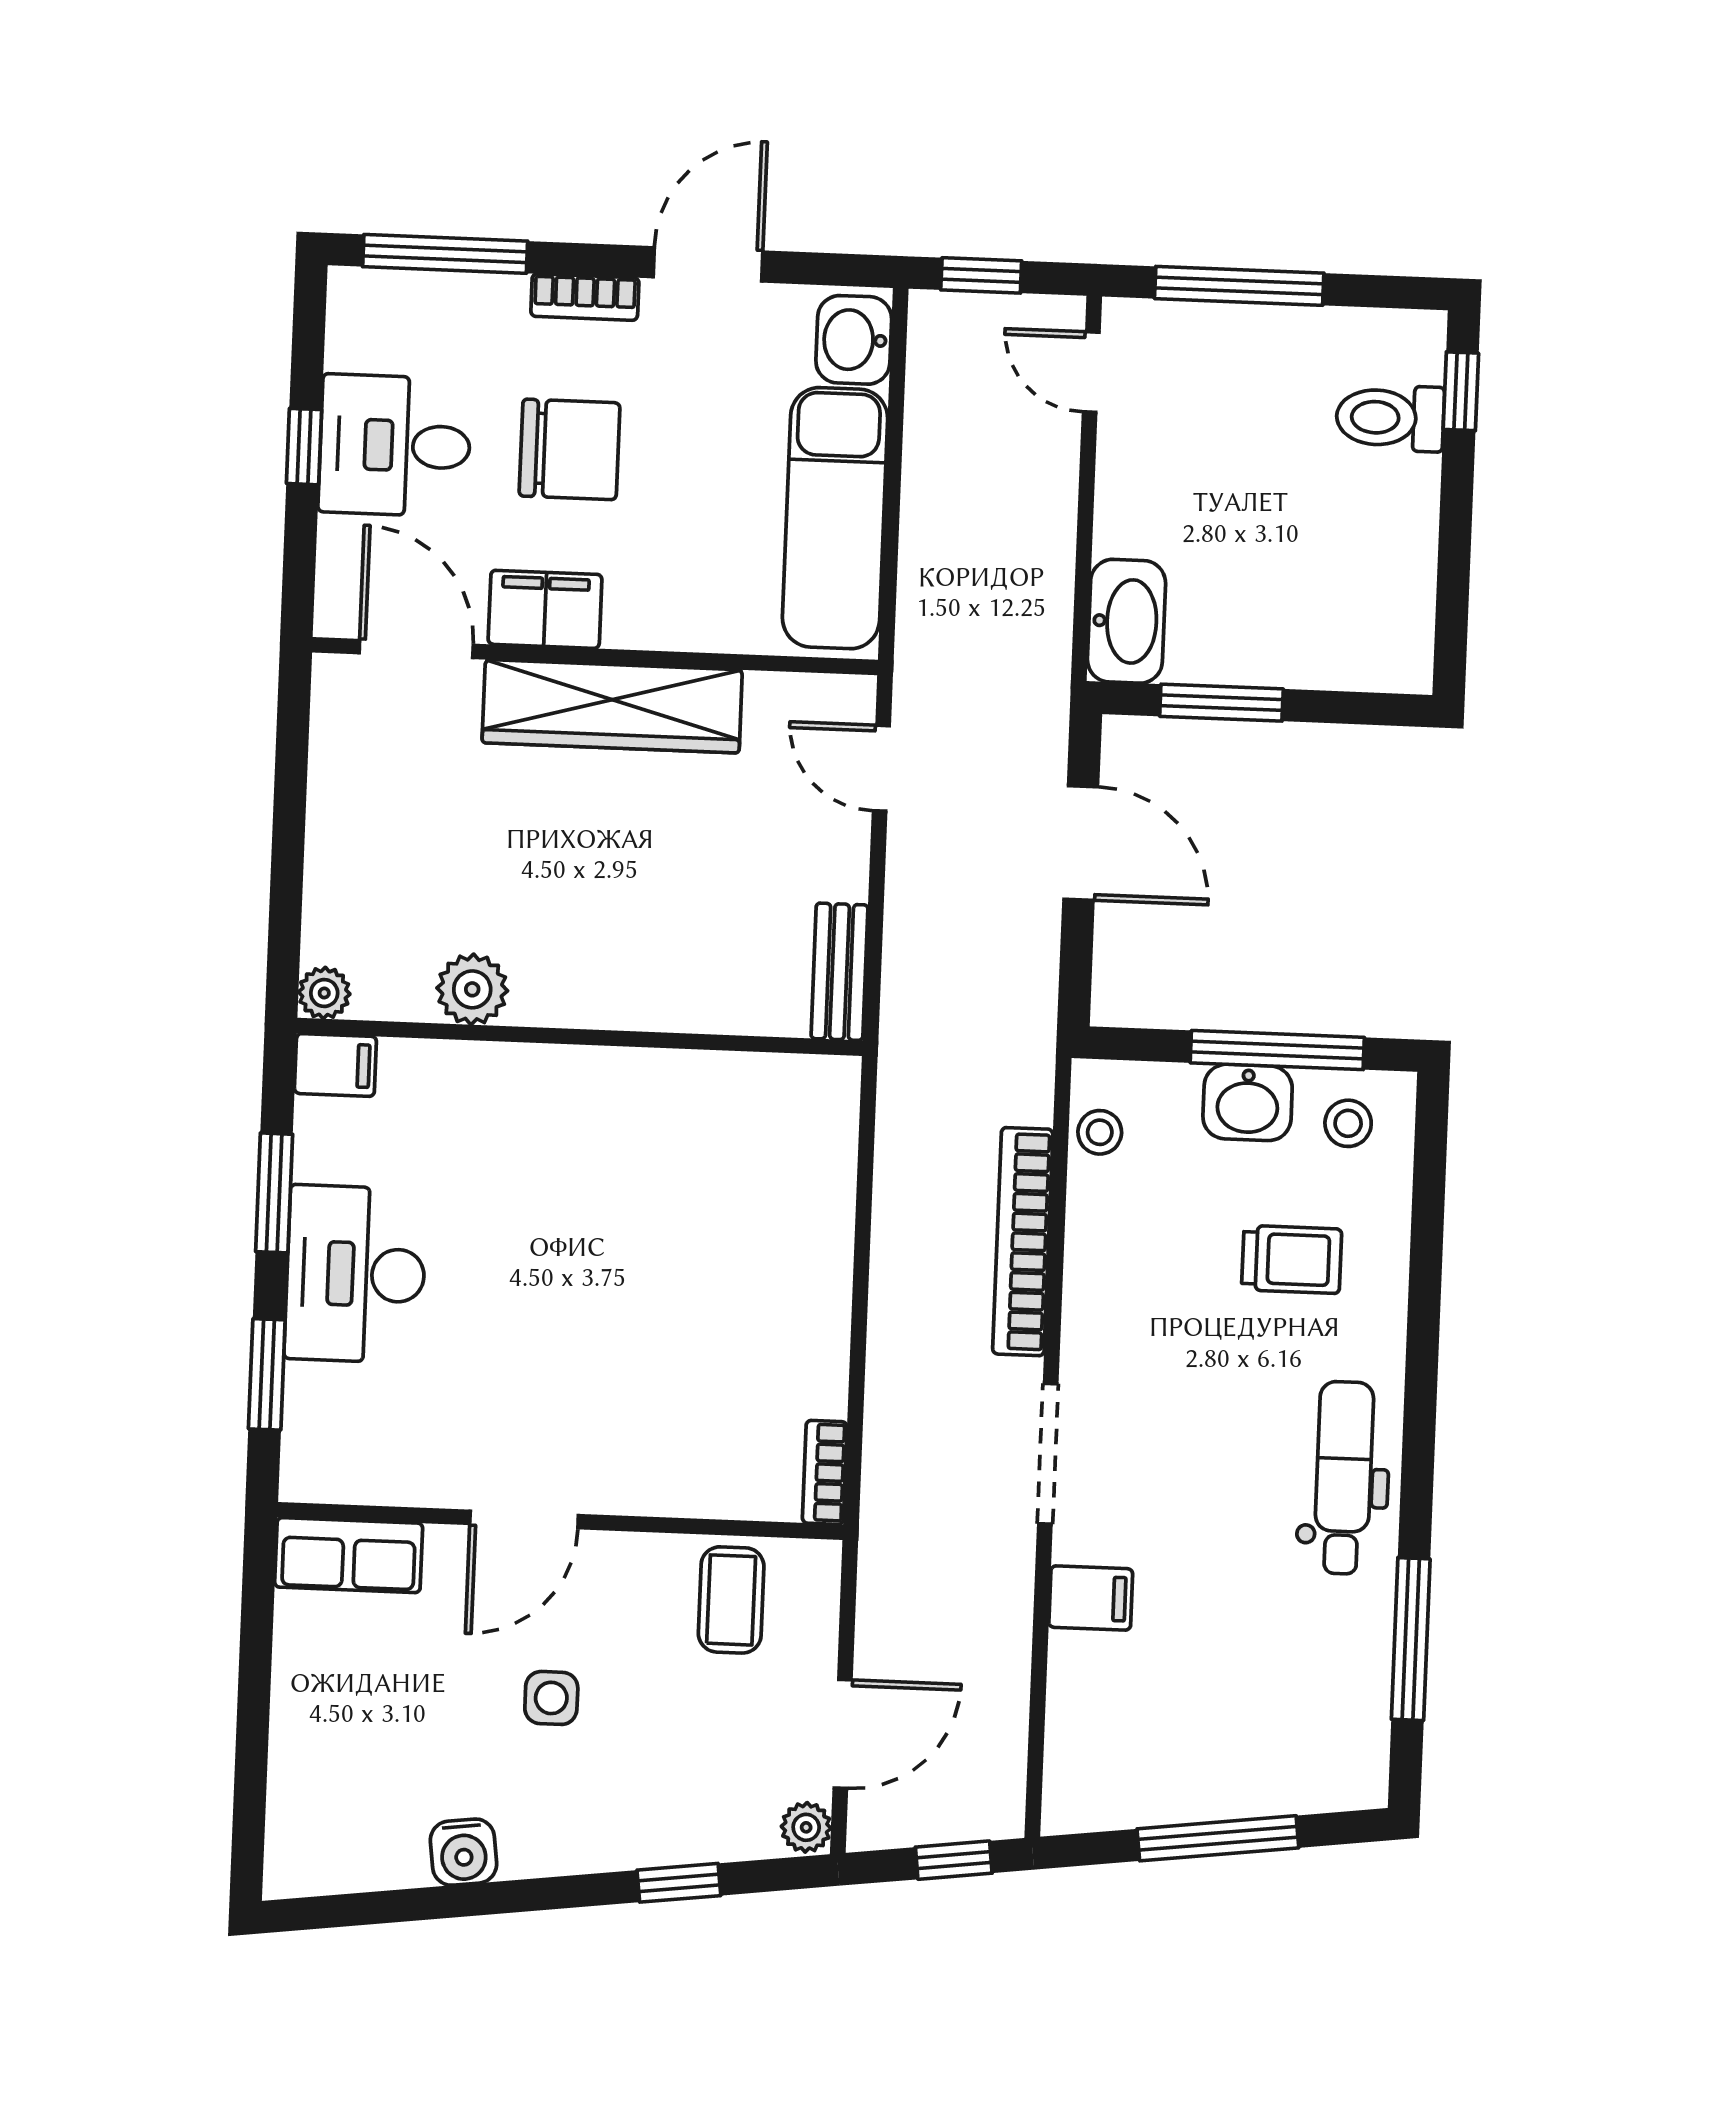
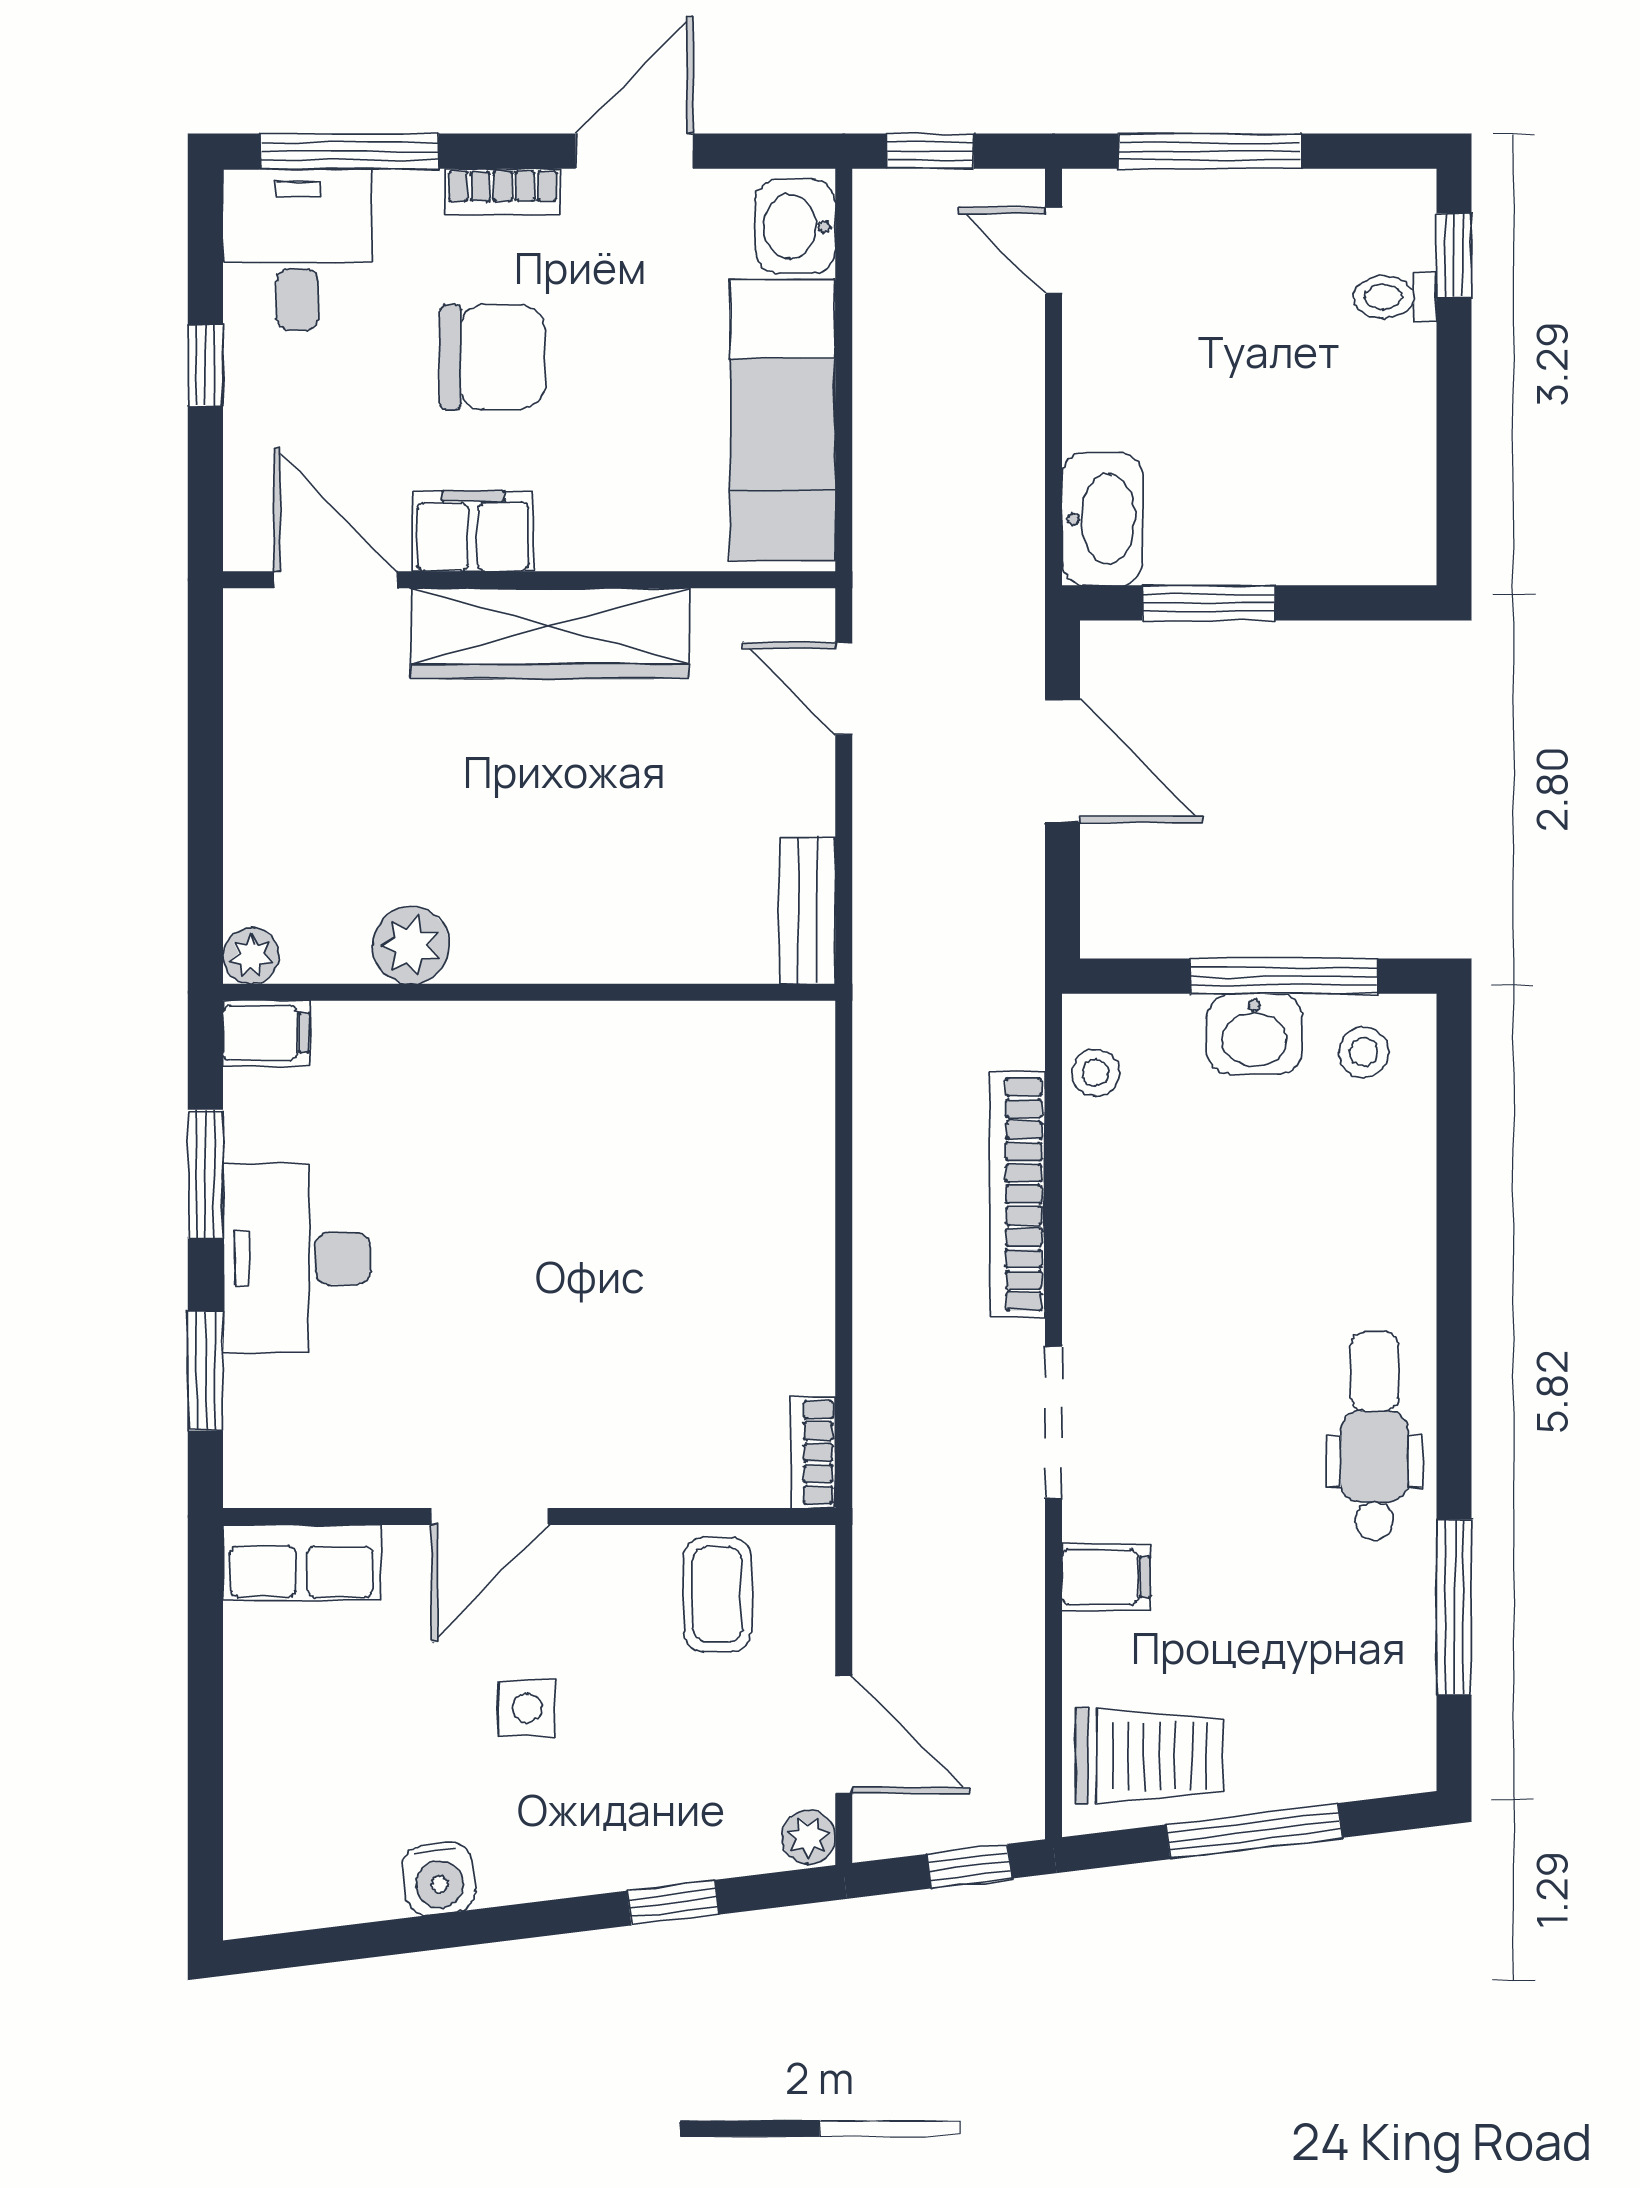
toilet: (1390, 418) -> (1395, 297), width x0.73, depth x0.72
desk: (395, 445) -> (298, 249), moved, turned 90
trolley: (1292, 1259) -> (1150, 1756), moved, width x1.36, depth x1.39
door: (843, 1734) -> (844, 1735), hinge flipped

